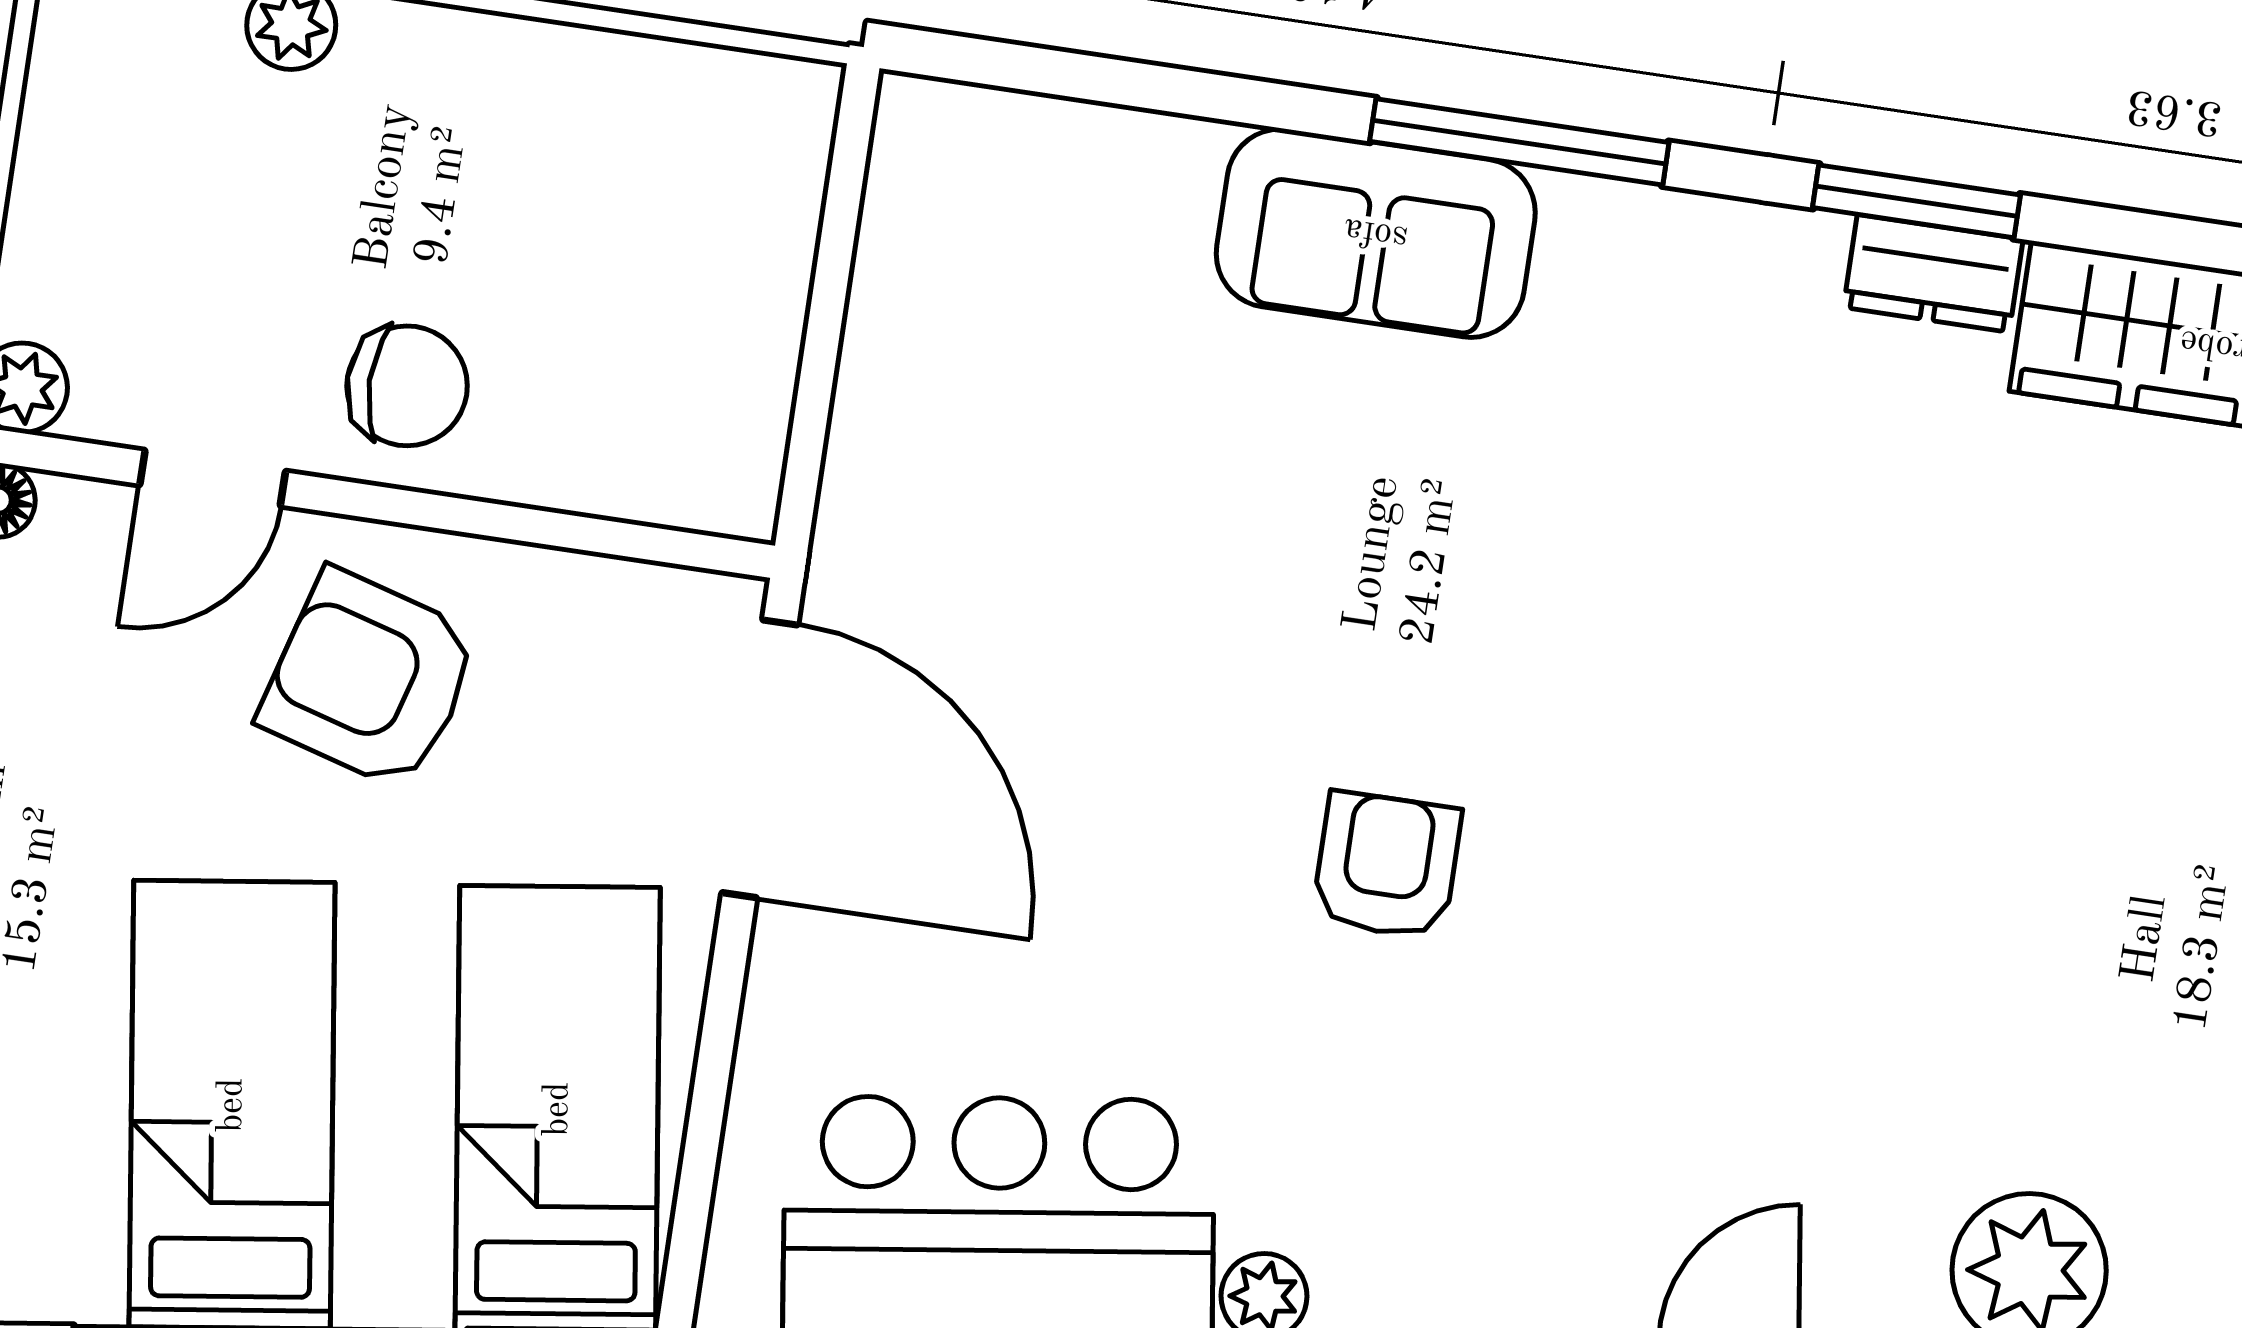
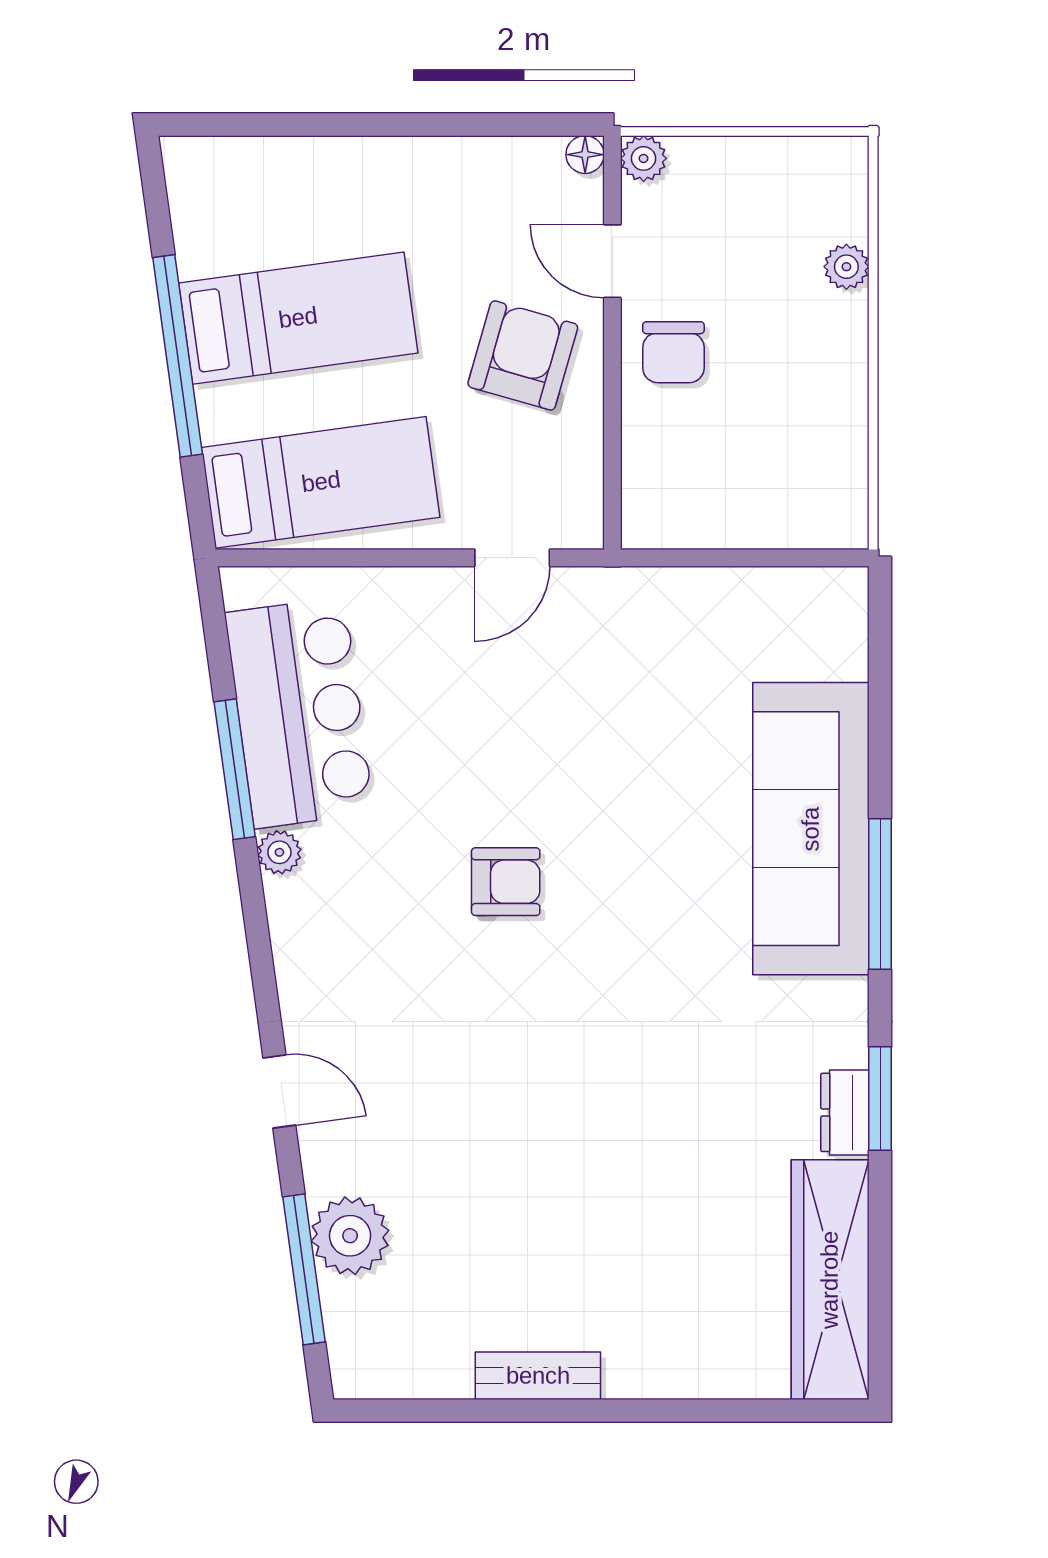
sofa: (1376, 233) -> (811, 829), width x1.85, depth x1.27
door: (760, 759) -> (512, 558), width x0.53

